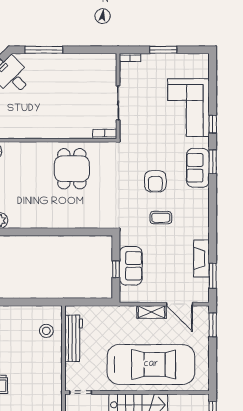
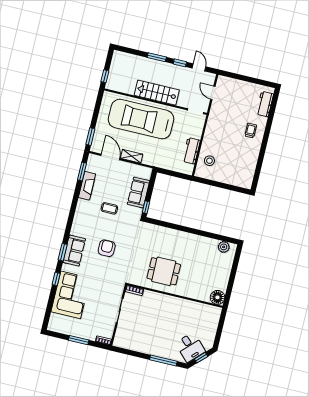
dining table: (72, 169) -> (164, 271), turned 90
coffee table: (161, 218) -> (109, 208), moved
window: (116, 269) -> (146, 207), moved
workbench: (74, 338) -> (191, 151), width x0.73

